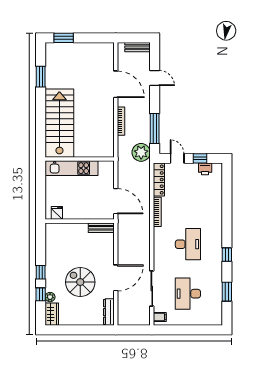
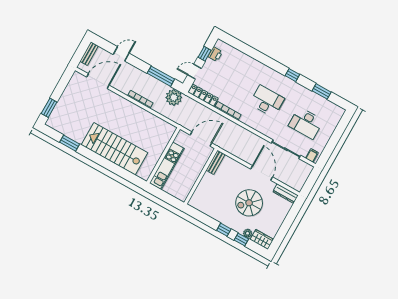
door: (116, 84) -> (98, 81), moved
wall: (80, 159) -> (163, 155), moved
kitchen unit: (71, 168) -> (167, 166), moved
fridge: (57, 213) -> (184, 191), removed

